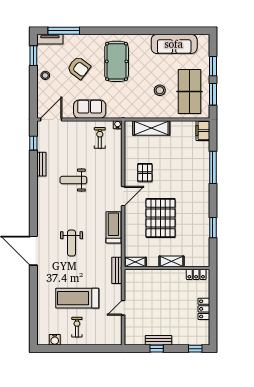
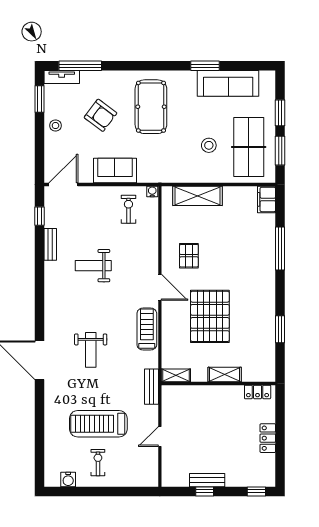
window: (157, 31) -> (205, 66), added
door: (123, 196) -> (160, 287), hinge flipped

